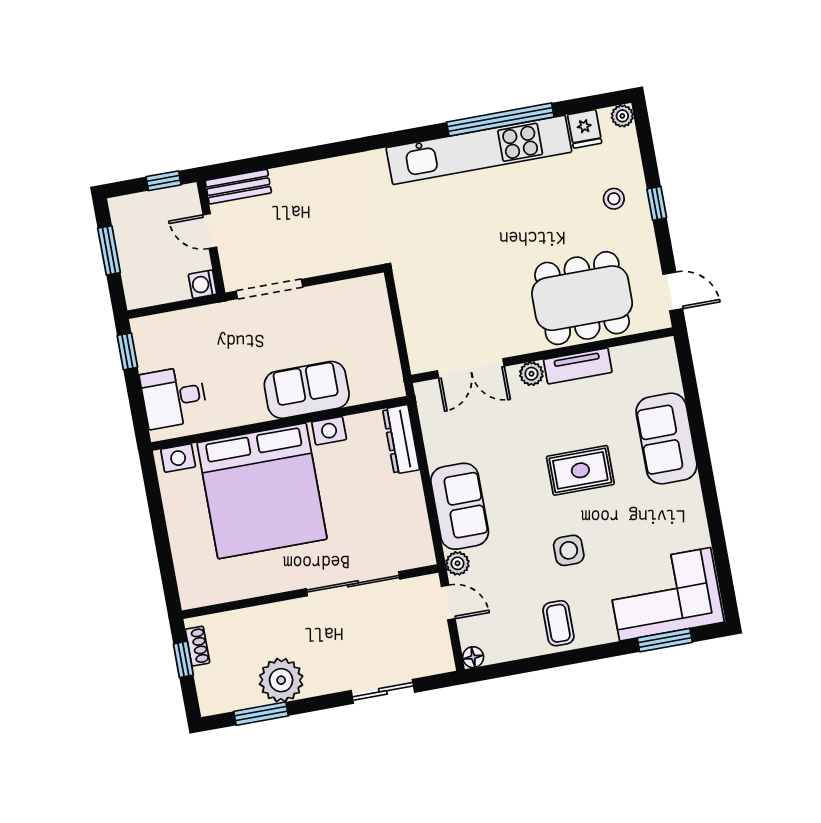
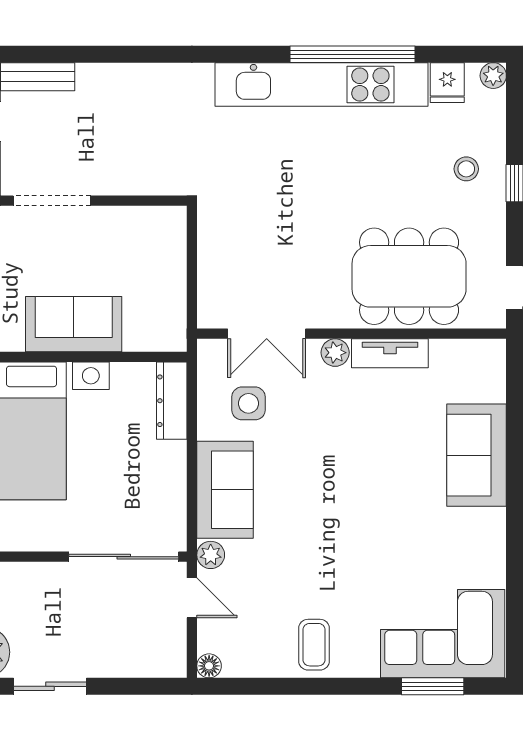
rug: (580, 470) -> (371, 474), removed
side table: (569, 550) -> (248, 403), moved
sliding door: (353, 584) -> (124, 557), moved
sliding door: (383, 691) -> (50, 686), moved

